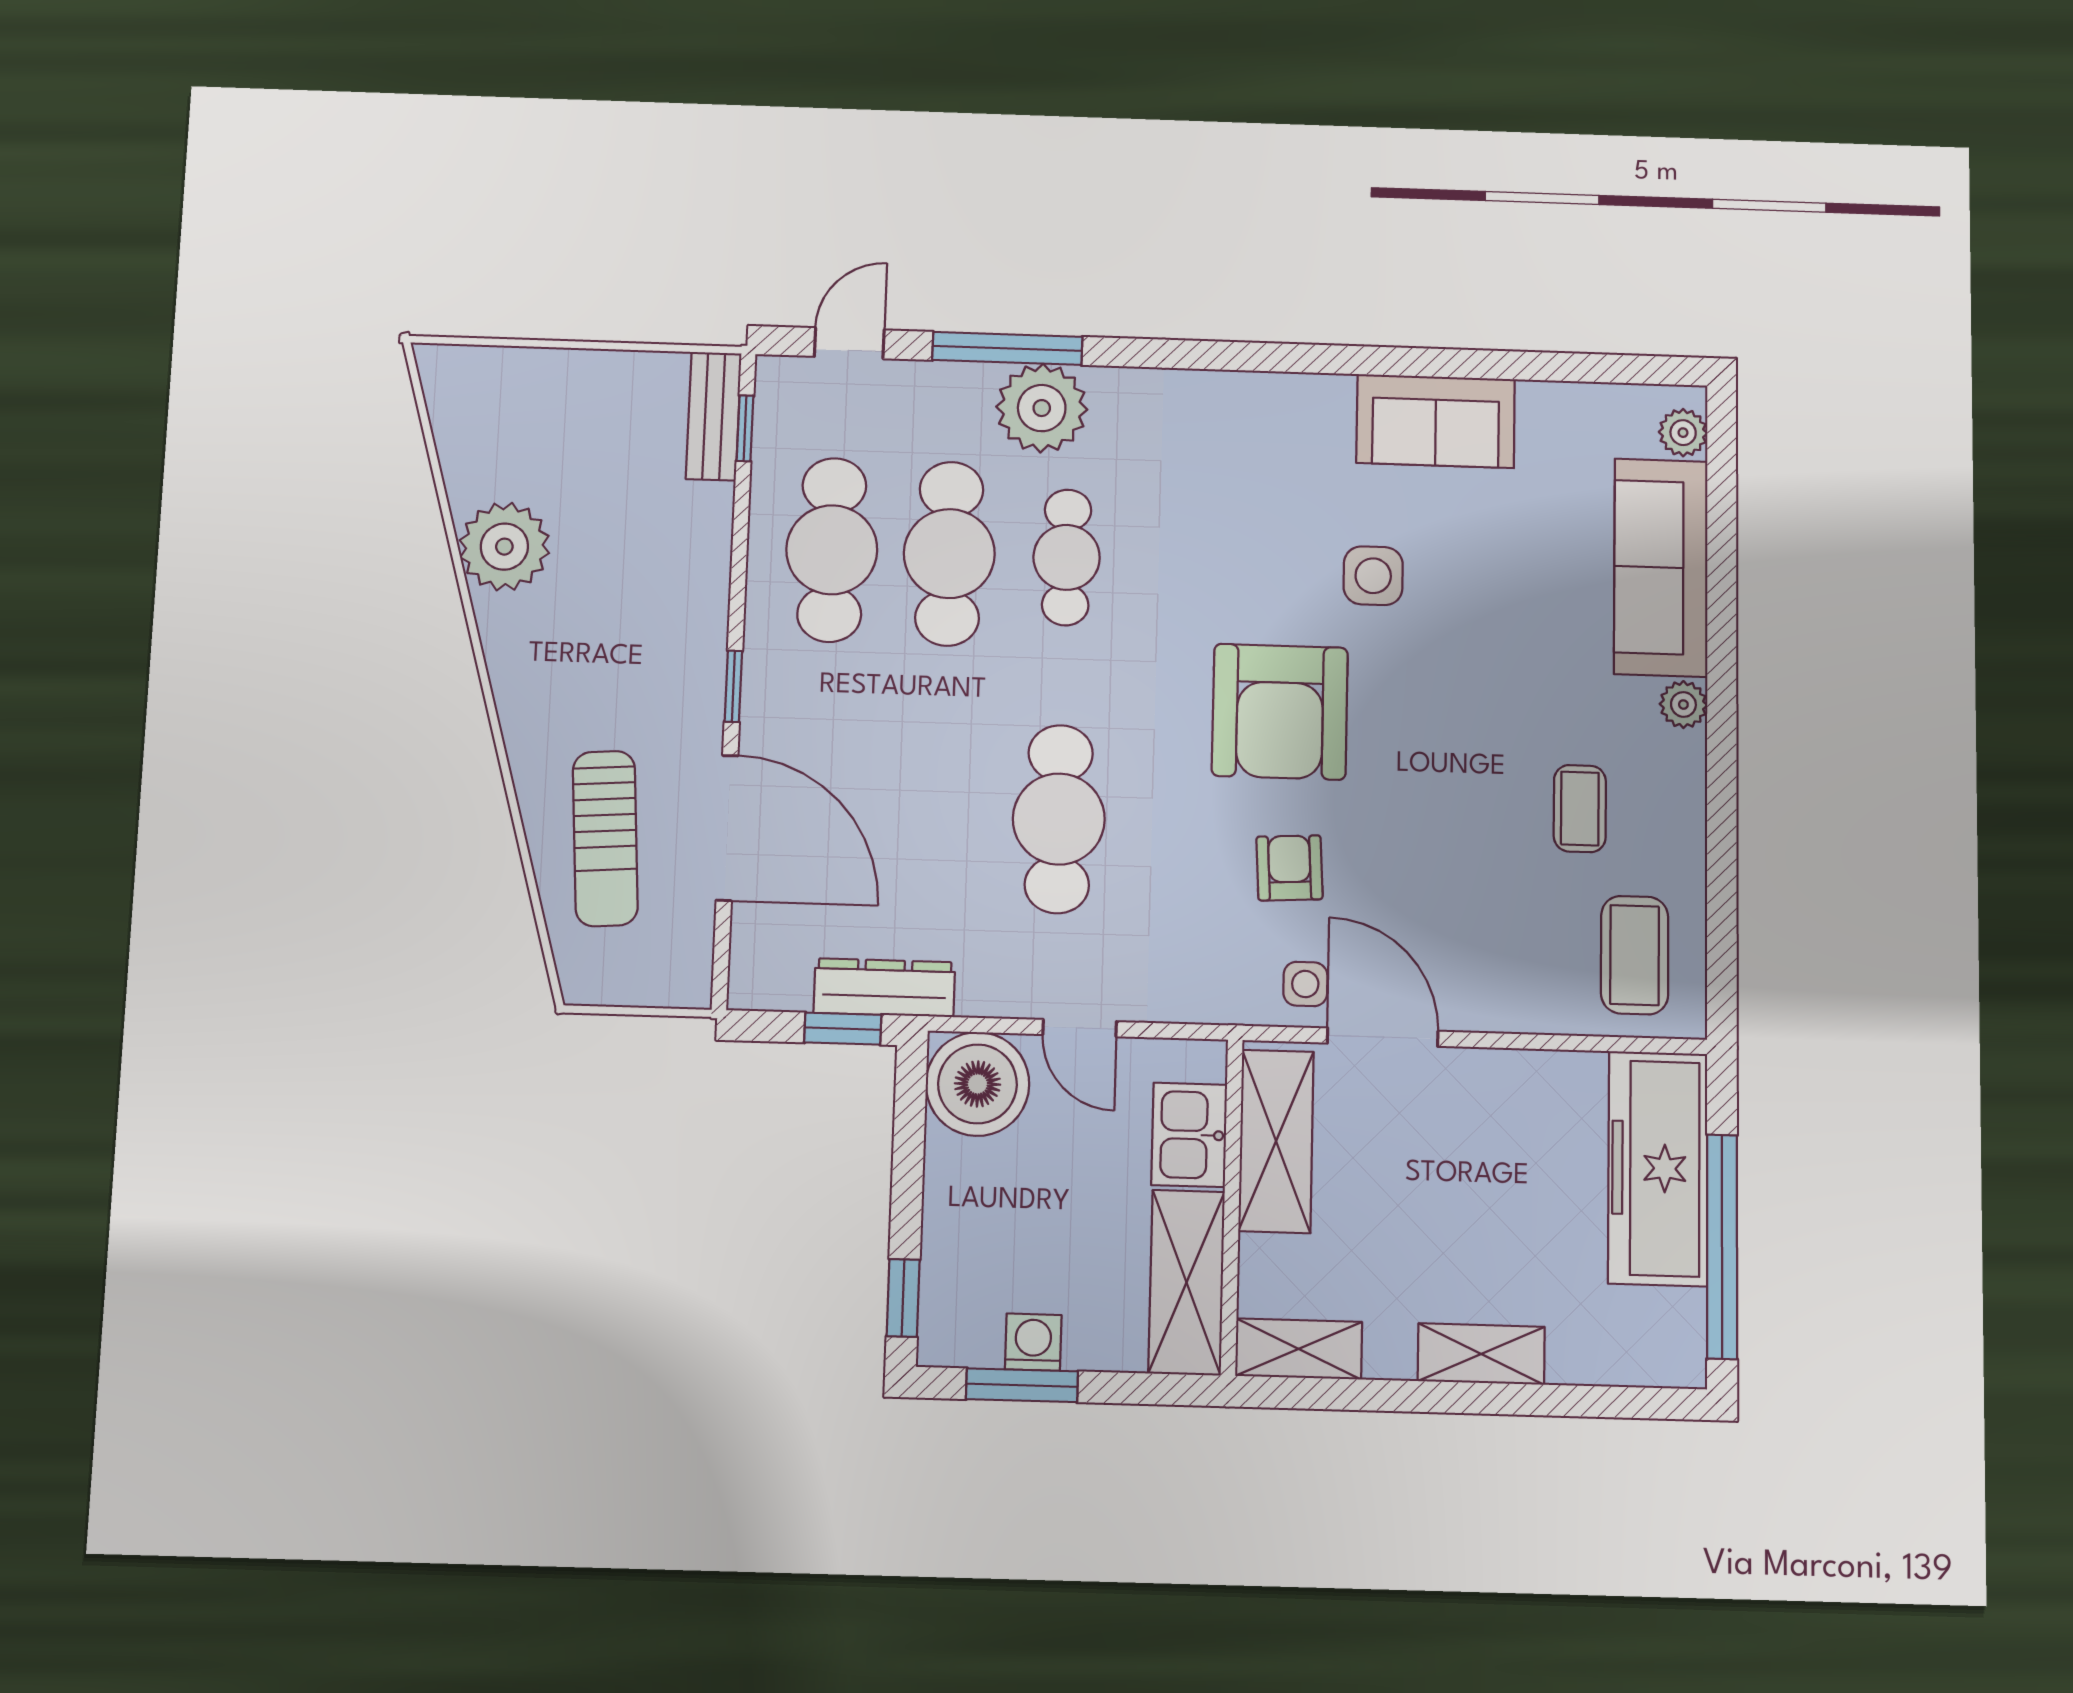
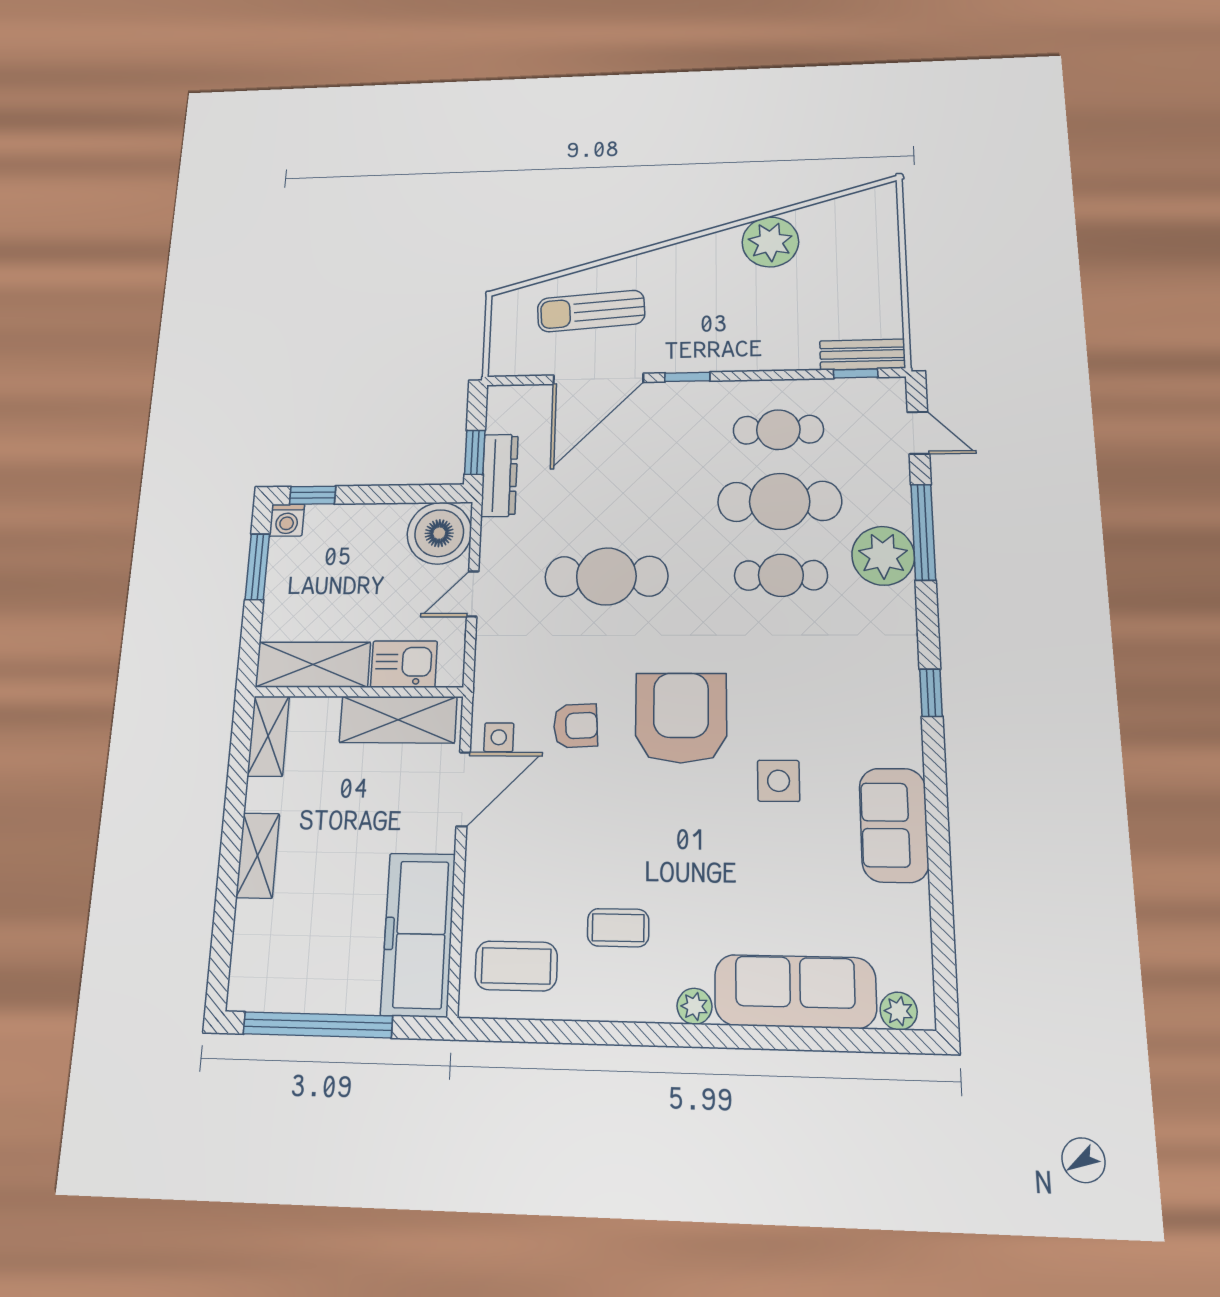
window: (1249, 356) -> (931, 693), added
cafe table: (832, 550) -> (778, 430), width x0.73, depth x0.74
armchair: (1280, 712) -> (681, 718), turned 90
freezer: (1658, 1168) -> (418, 934), moved, turned -90
washing machine: (1033, 1342) -> (287, 520), moved, turned 90

